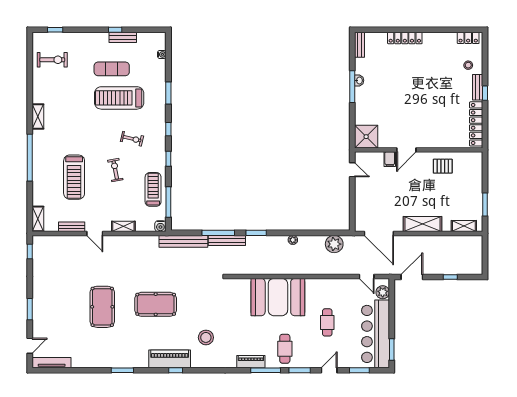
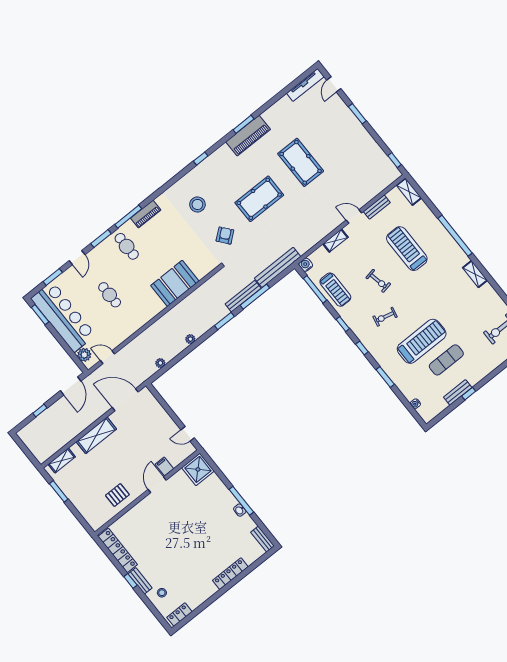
plant: (334, 244) -> (160, 363), width x0.53, depth x0.53
armchair: (204, 297) -> (225, 236), added
booth: (278, 297) -> (175, 283), width x0.73, depth x0.70
piano: (170, 359) -> (248, 136), moved

